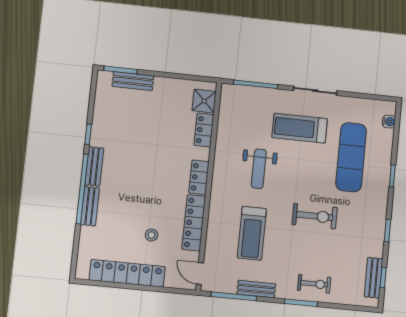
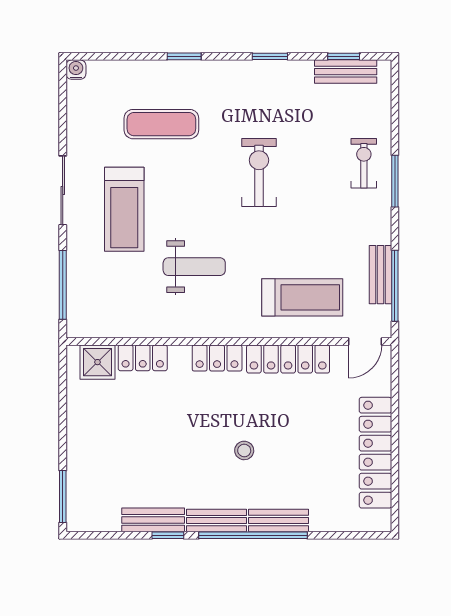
bench: (133, 81) -> (153, 520), moved, turned 90
water cooler: (389, 122) -> (76, 70), moved
exercise mat: (351, 157) -> (161, 124), width x0.73, depth x0.69
treadmill: (252, 233) -> (302, 297), moved
stool: (151, 235) -> (244, 450), moved
bench: (256, 289) -> (380, 275), moved

